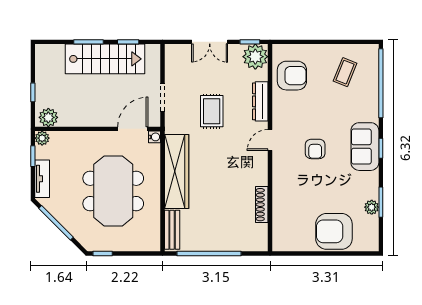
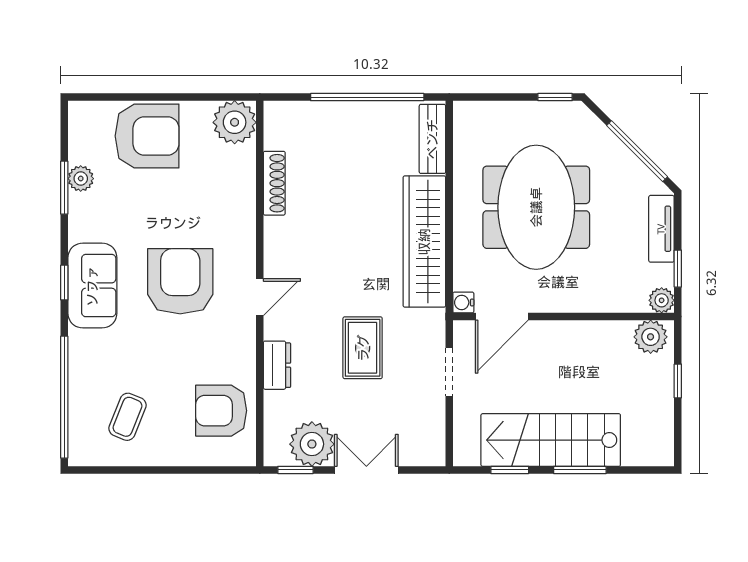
plant: (255, 57) -> (312, 444), moved
dresser: (260, 101) -> (277, 365), width x0.70
armchair: (315, 149) -> (180, 281), width x1.88, depth x1.88
plant: (284, 239) -> (235, 122), added

